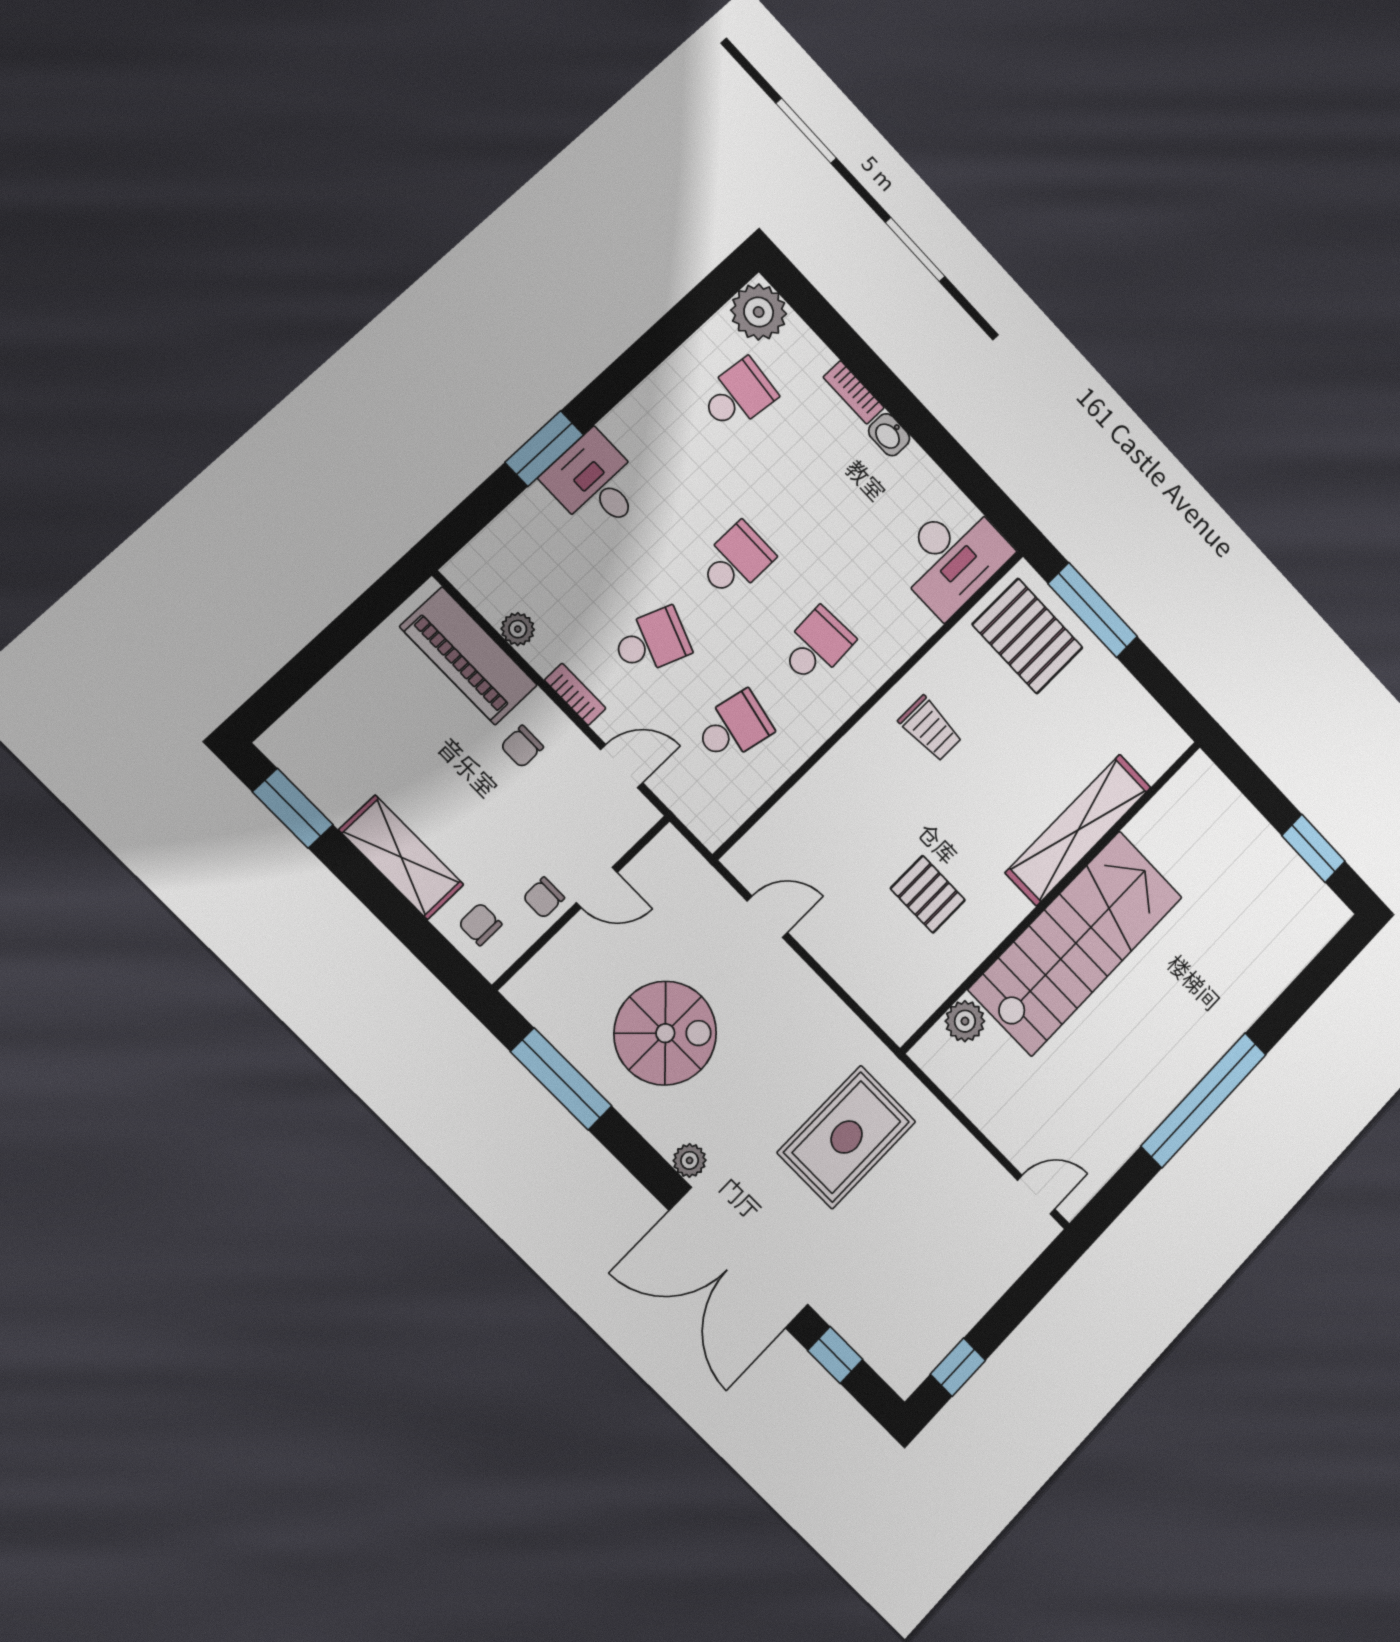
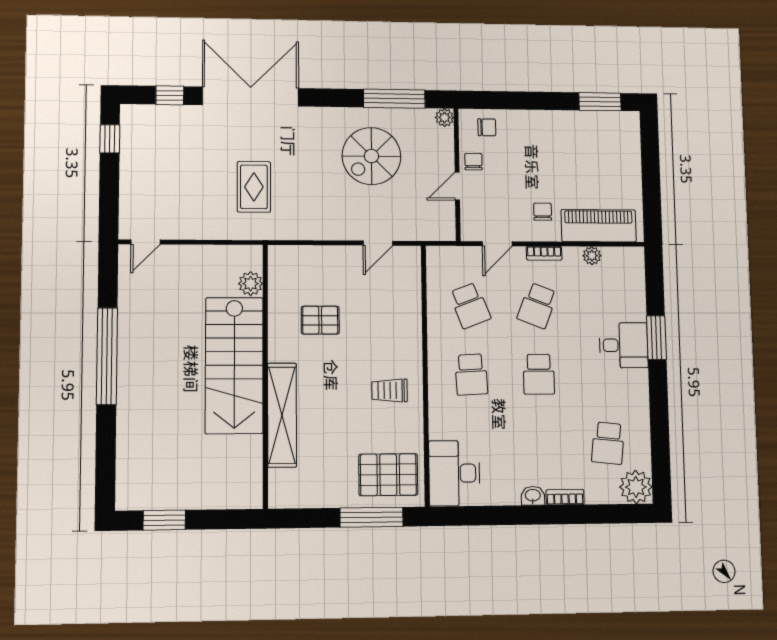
school desk: (734, 727) -> (470, 305), turned -33
shelving: (401, 857) -> (542, 123), removed
rug: (847, 1137) -> (254, 187), width x0.73, depth x0.70
plant: (690, 1160) -> (445, 118), moved

